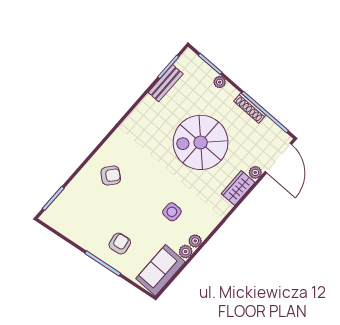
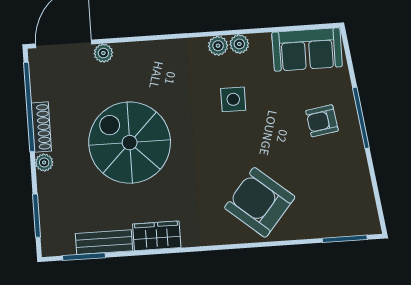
plant: (220, 82) -> (44, 163), moved
spiral stairs: (201, 142) -> (130, 143), turned 180
armchair: (111, 176) -> (260, 202), width x1.88, depth x1.88
wardrobe: (238, 188) -> (157, 236), moved, turned 180
plant: (186, 252) -> (218, 46), moved

